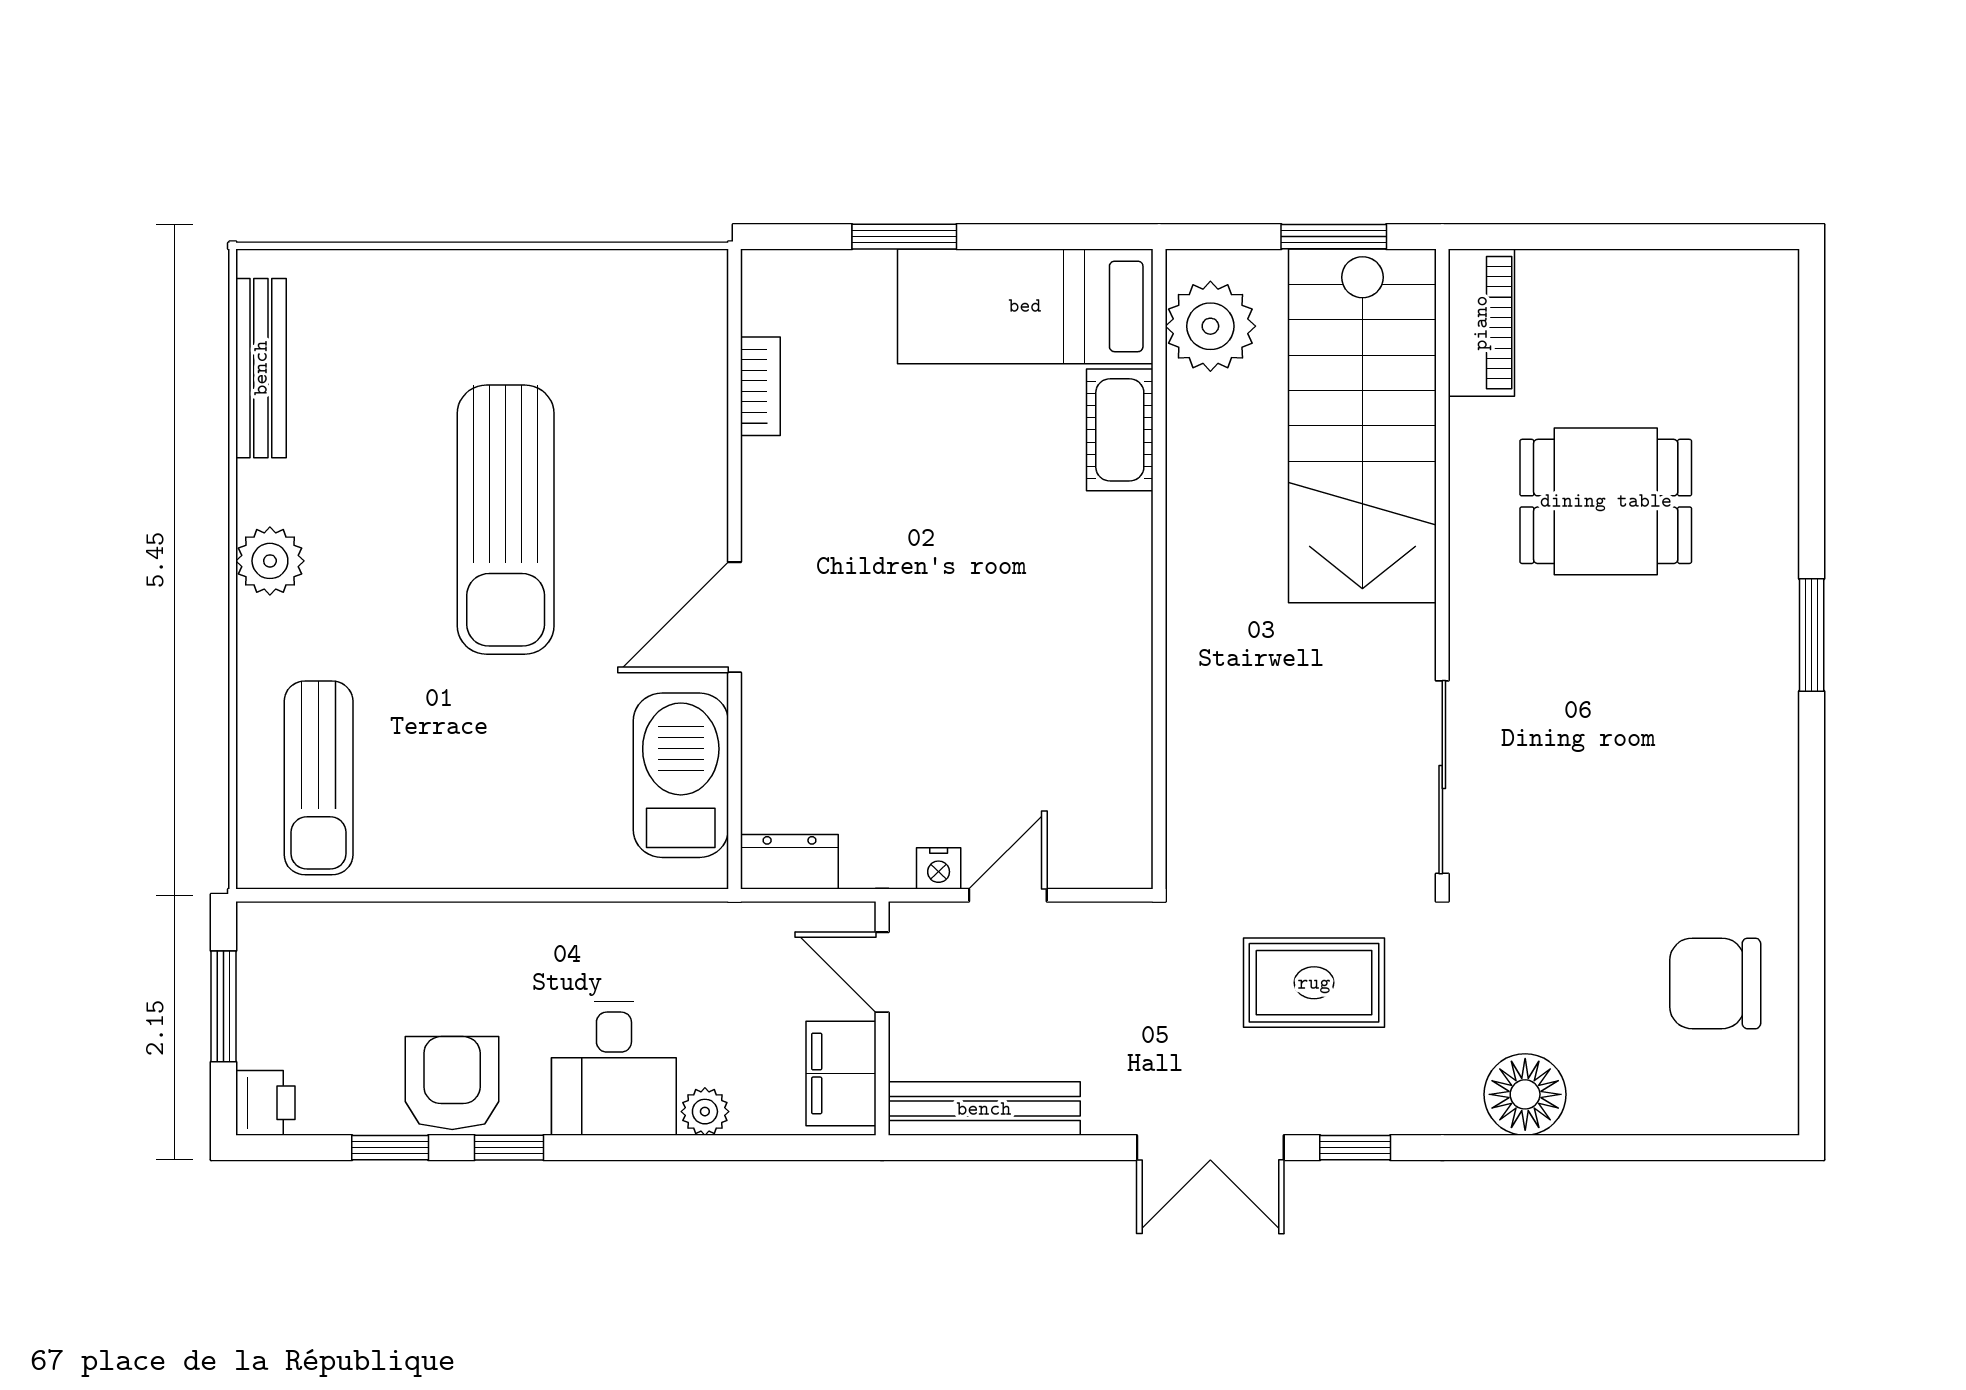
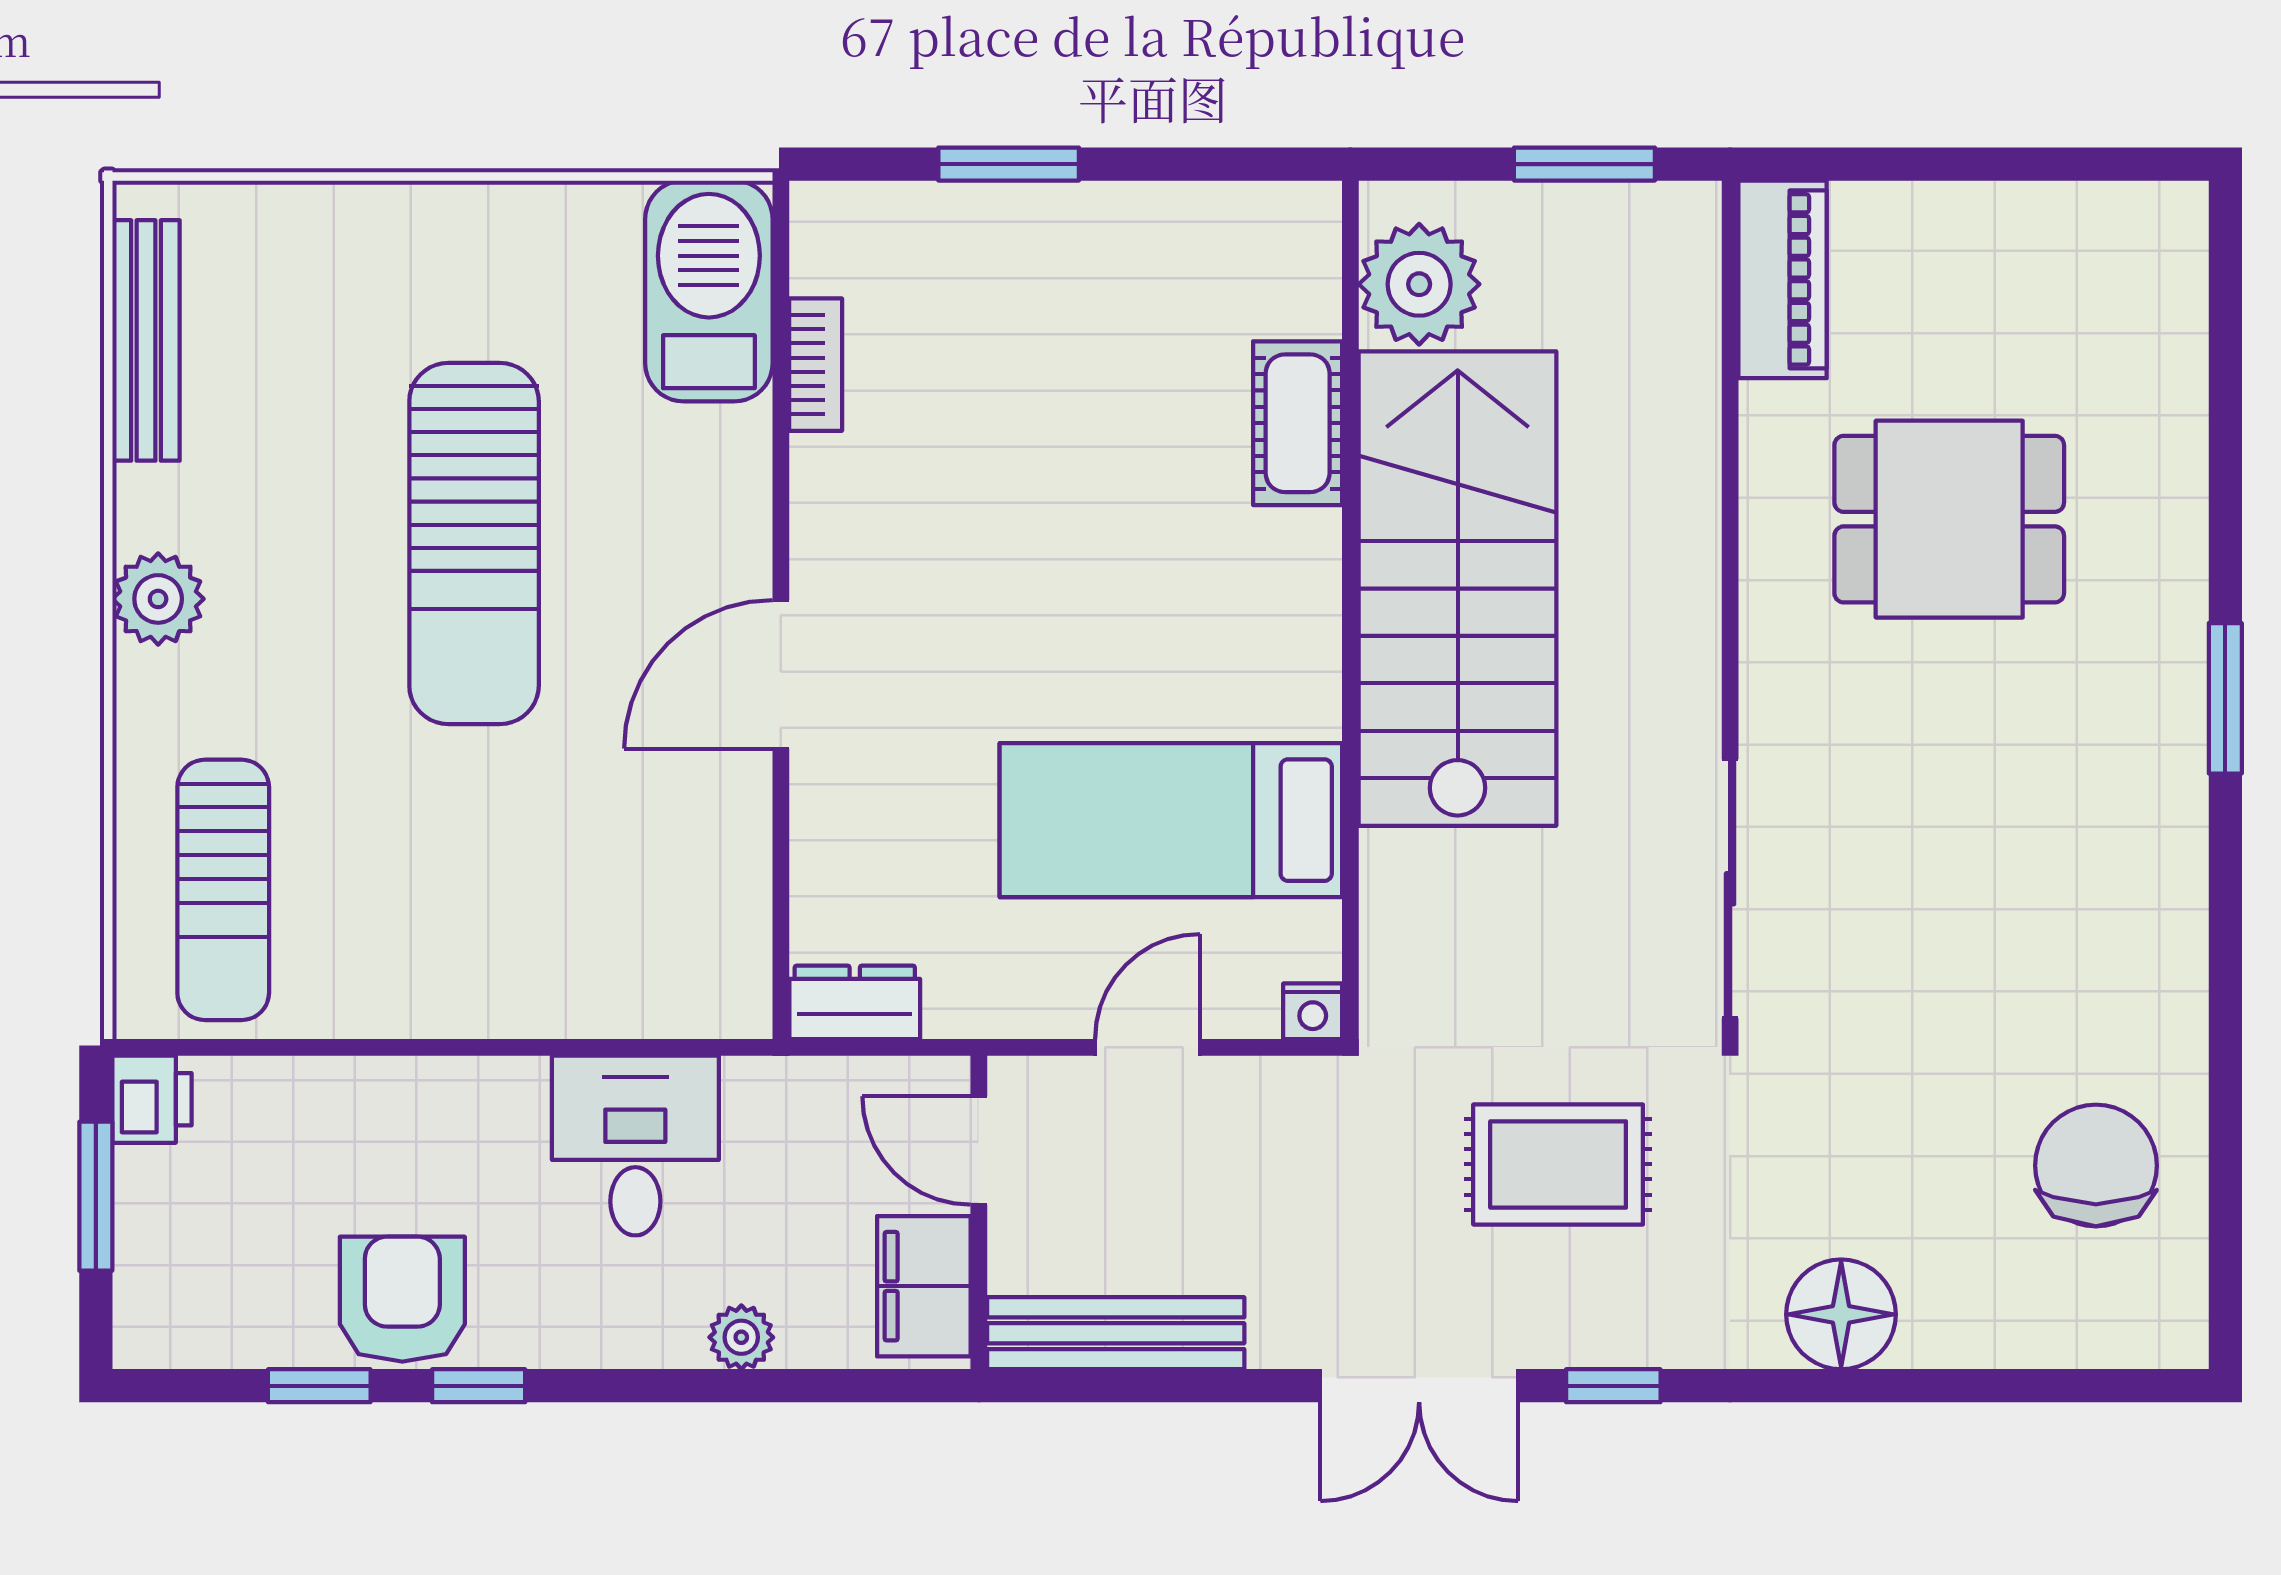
bed: (1025, 306) -> (1171, 820), moved
stairs: (1362, 426) -> (1458, 589), moved, turned 180
barbecue: (681, 775) -> (709, 291), moved
nightstand: (939, 868) -> (1313, 1011), moved
chair: (1715, 983) -> (2096, 1166), turned 90
desk: (614, 1068) -> (635, 1146), moved, turned 180
printer: (265, 1103) -> (152, 1099), moved

